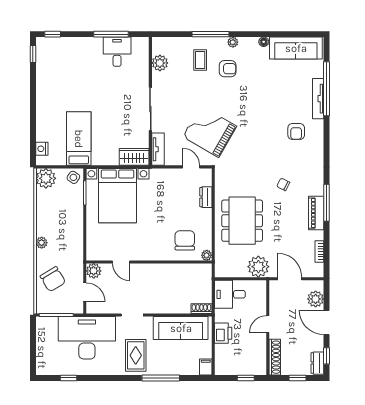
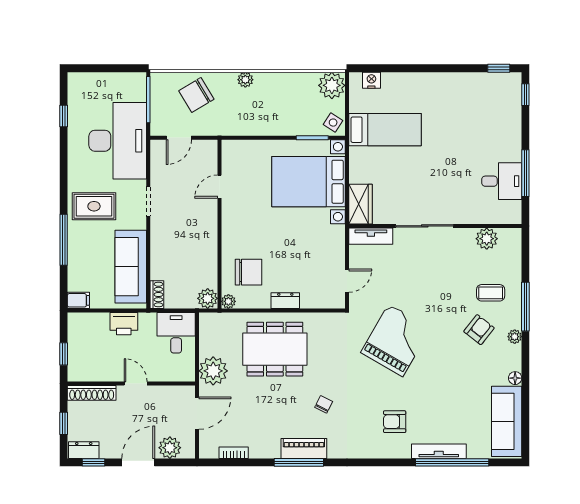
armchair: (228, 69) -> (479, 330), turned -142
grand piano: (210, 131) -> (396, 340), moved
dresser: (206, 197) -> (285, 301), moved
piano: (316, 213) -> (304, 449), moved
plant: (94, 271) -> (208, 298), moved

